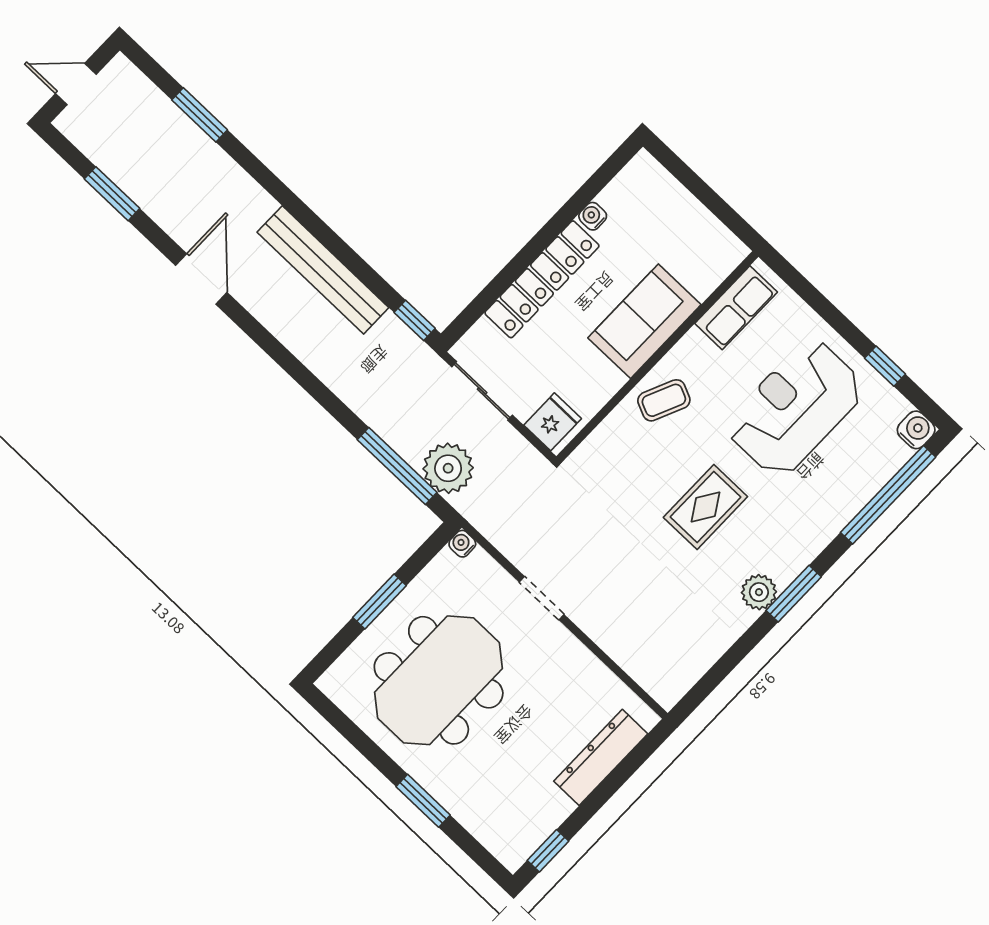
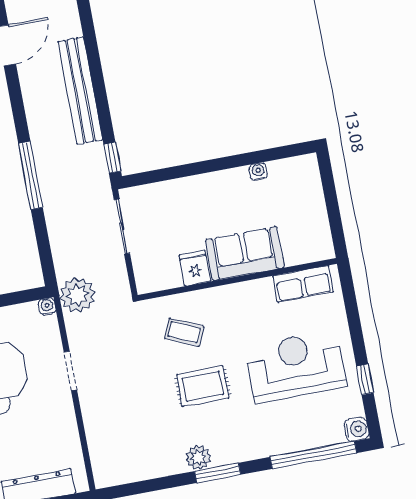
locker: (542, 279) -> (203, 187), removed
coffee table: (664, 400) -> (184, 332), moved
fridge: (553, 422) -> (195, 268), moved, turned -90
window: (397, 466) -> (31, 176), moved
plant: (448, 468) -> (77, 295), moved

